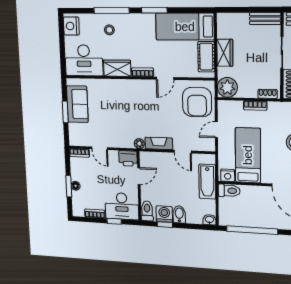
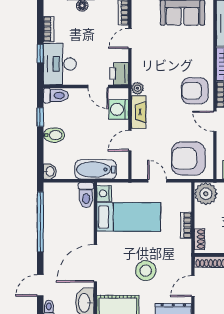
armchair: (140, 95) -> (195, 91), added
washing machine: (164, 214) -> (119, 109), moved, turned 180

